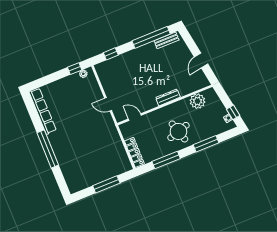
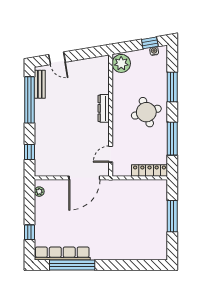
door: (201, 61) -> (57, 58), moved
window: (75, 69) -> (30, 232), moved
plant: (197, 101) -> (121, 63), moved
door: (108, 104) -> (84, 178), width x1.87
window: (48, 149) -> (72, 265), moved

